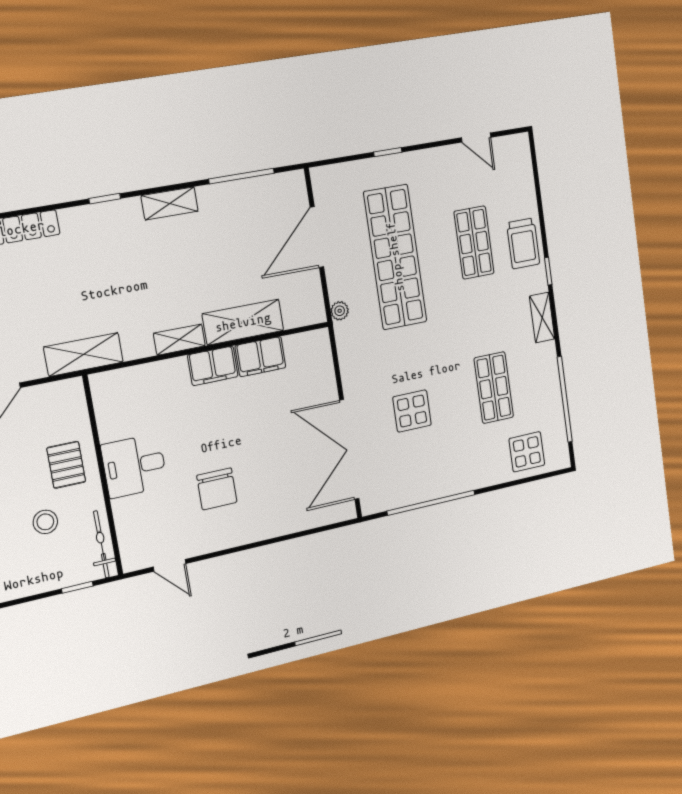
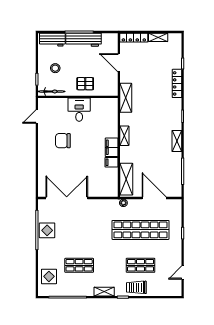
shelving: (243, 322) -> (126, 179), moved
filing cabinet: (260, 357) -> (111, 162), width x0.50
display table: (412, 411) -> (47, 230), moved
stool: (45, 522) -> (55, 68), moved

